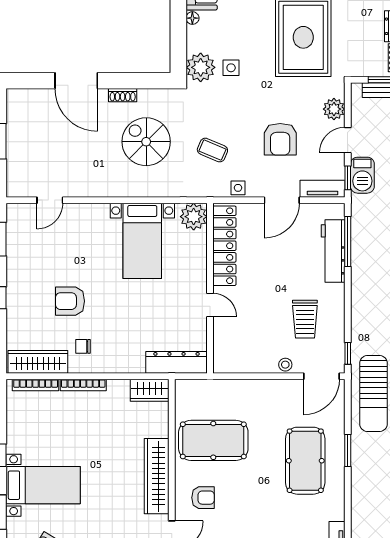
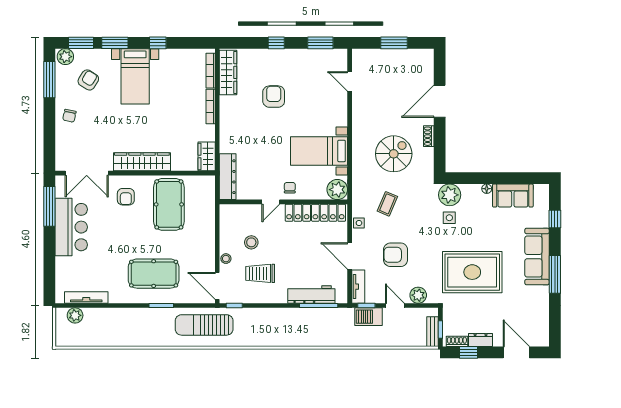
stool: (264, 331) -> (251, 242), added
chair: (83, 346) -> (290, 188), moved

